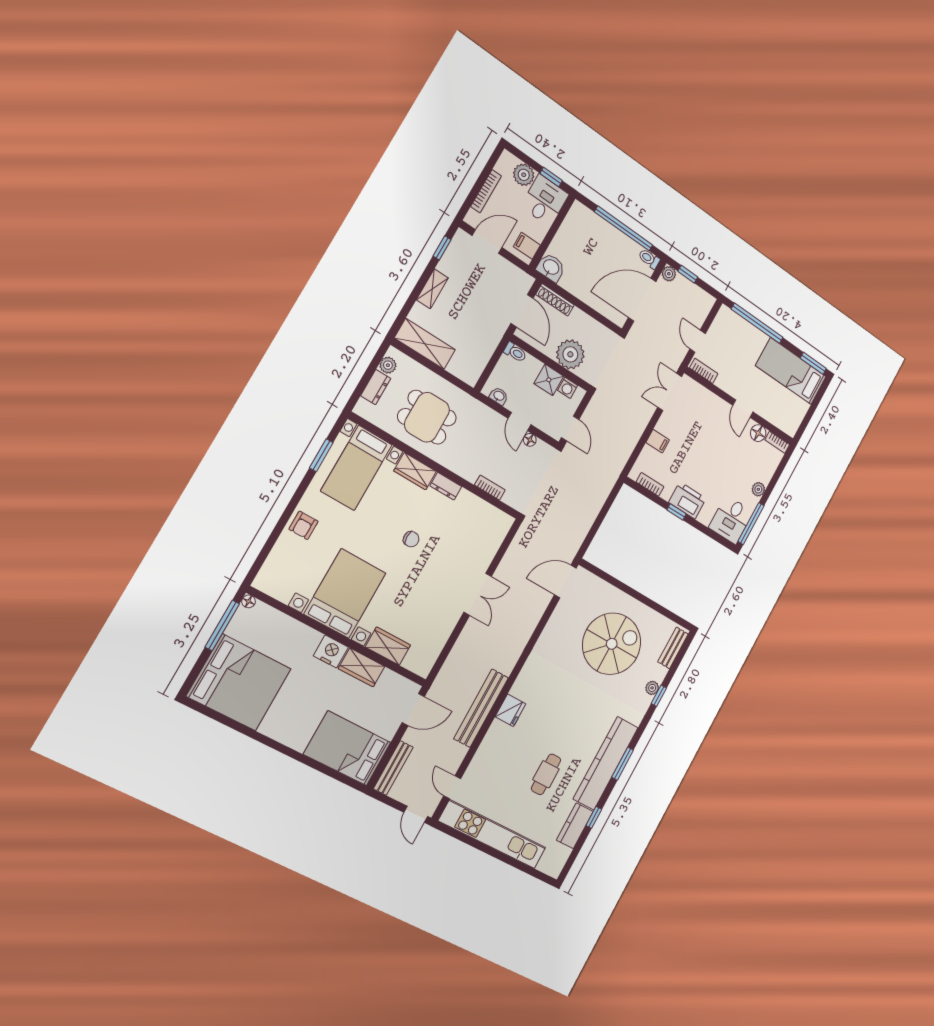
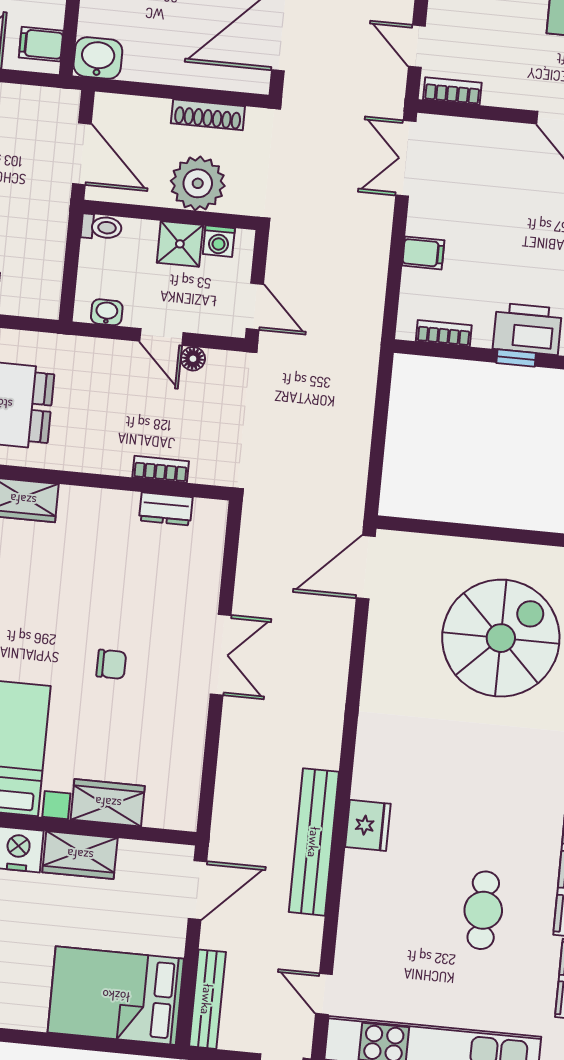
shoe rack: (555, 300) -> (208, 115), moved
dresser: (446, 486) -> (166, 509), moved
chair: (411, 539) -> (111, 664), moved

